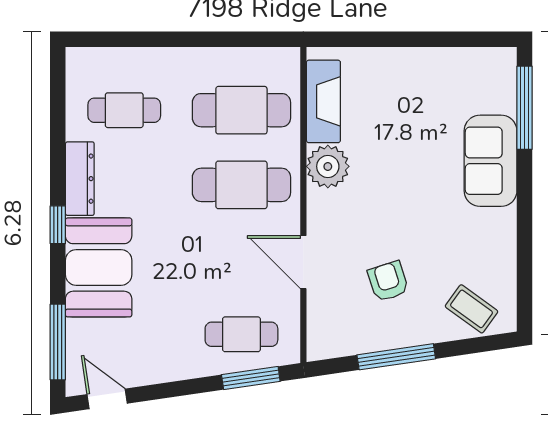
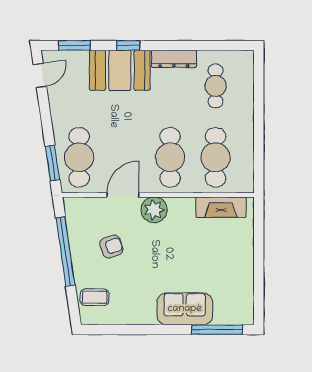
plant: (328, 166) -> (154, 210), moved
window: (58, 225) -> (128, 45), moved
coffee table: (472, 309) -> (95, 297), turned 54
cafe table: (241, 334) -> (79, 157), width x1.37, depth x1.35
window: (58, 342) -> (74, 45), width x0.69
window: (396, 357) -> (65, 252), width x1.46

